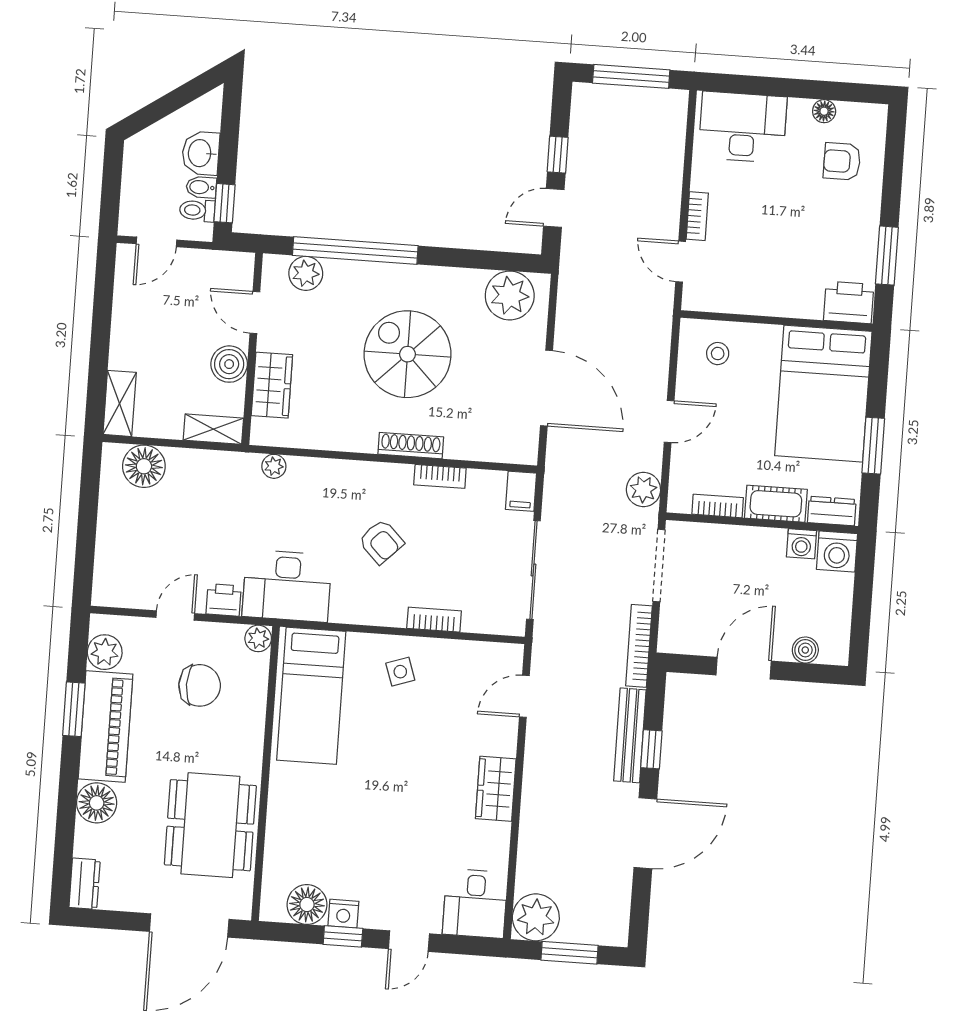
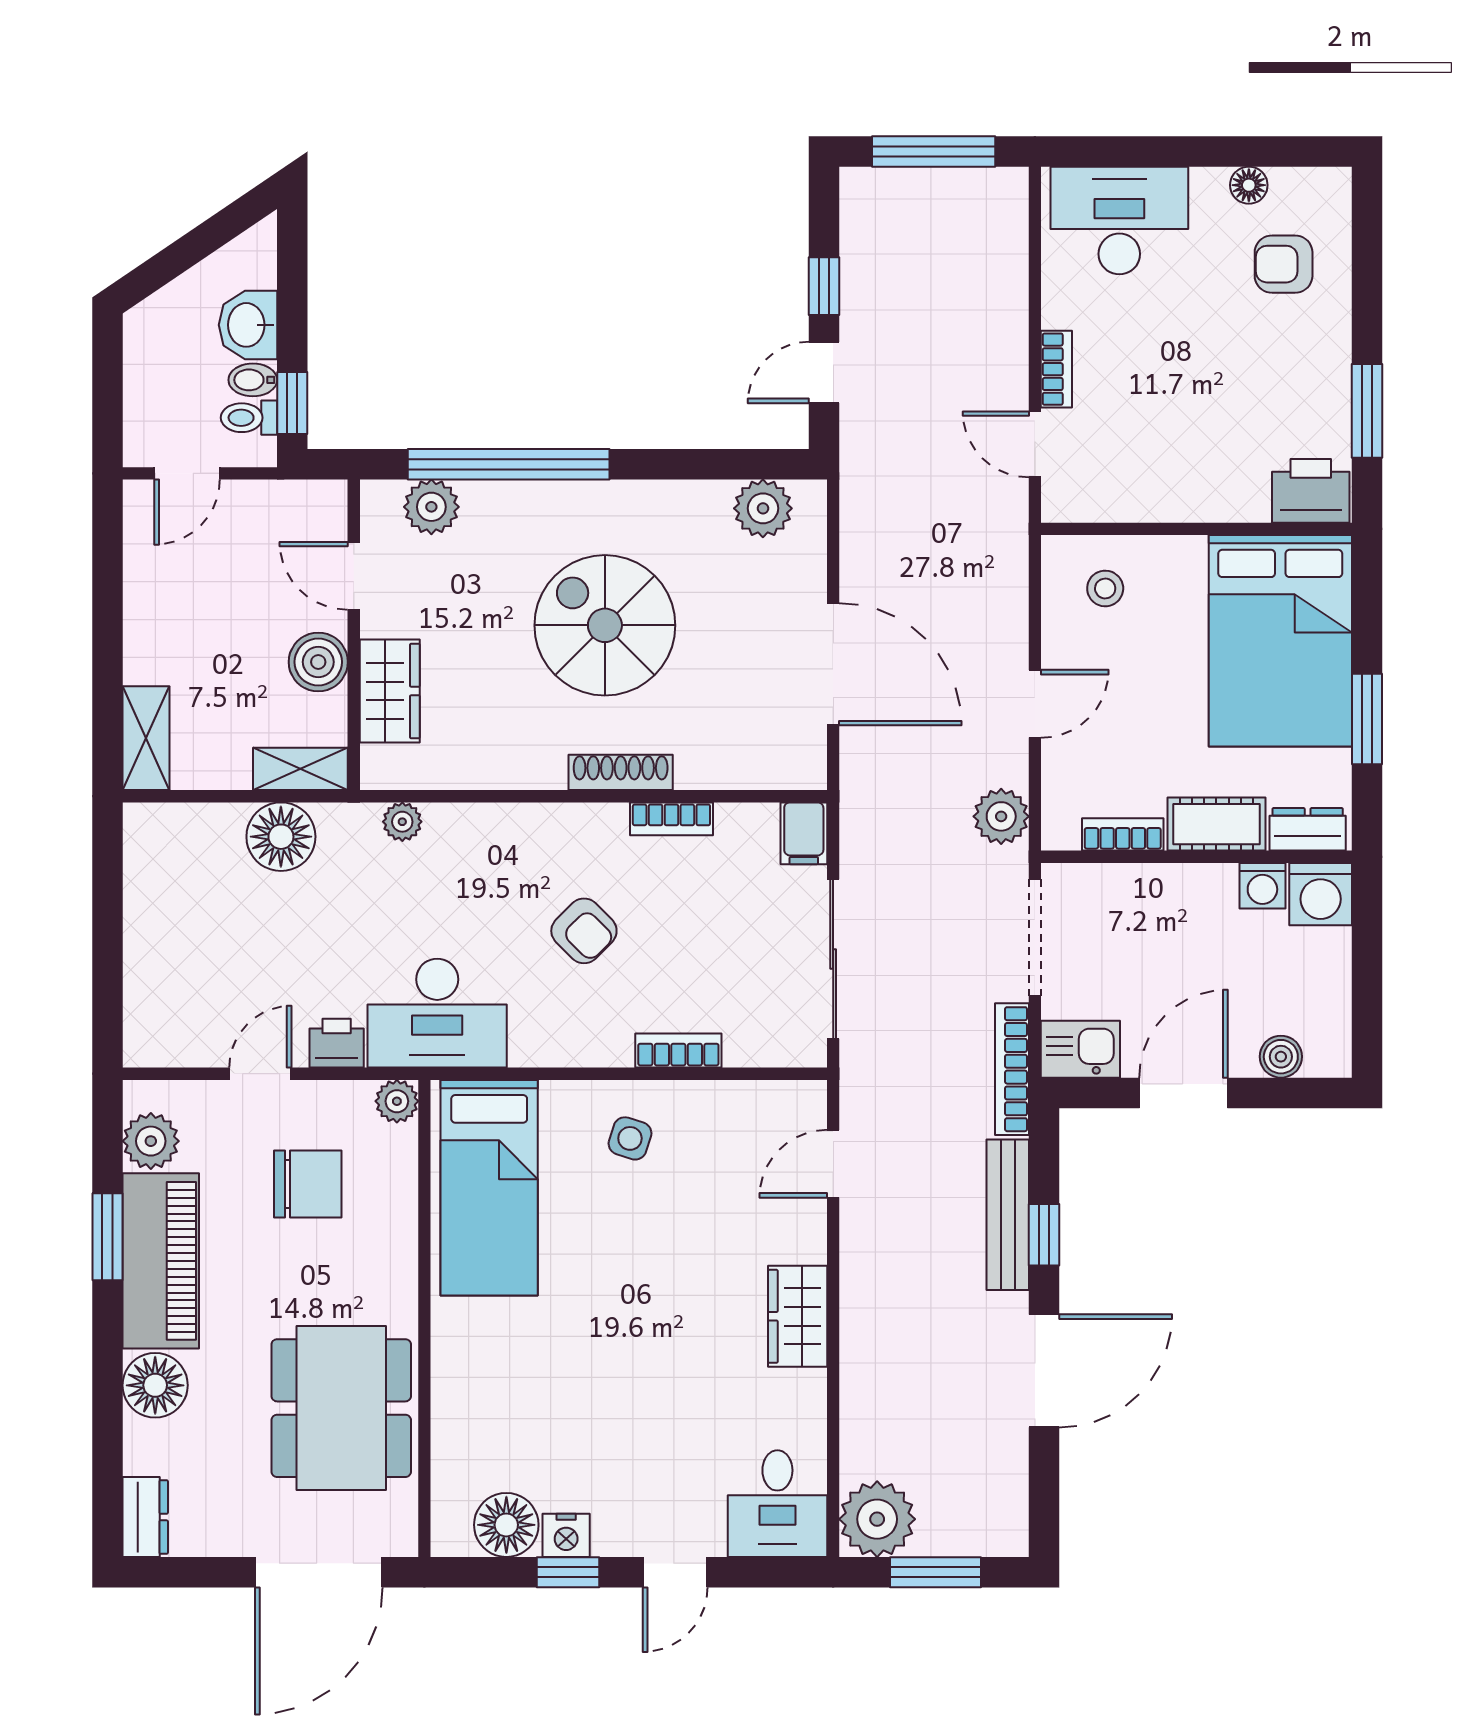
plant: (510, 296) -> (763, 508), width x0.73, depth x0.73
floor lamp: (144, 466) -> (281, 837), moved
kitchen sink: (682, 637) -> (1080, 1049), added
side table: (400, 672) -> (630, 1138), turned 37

